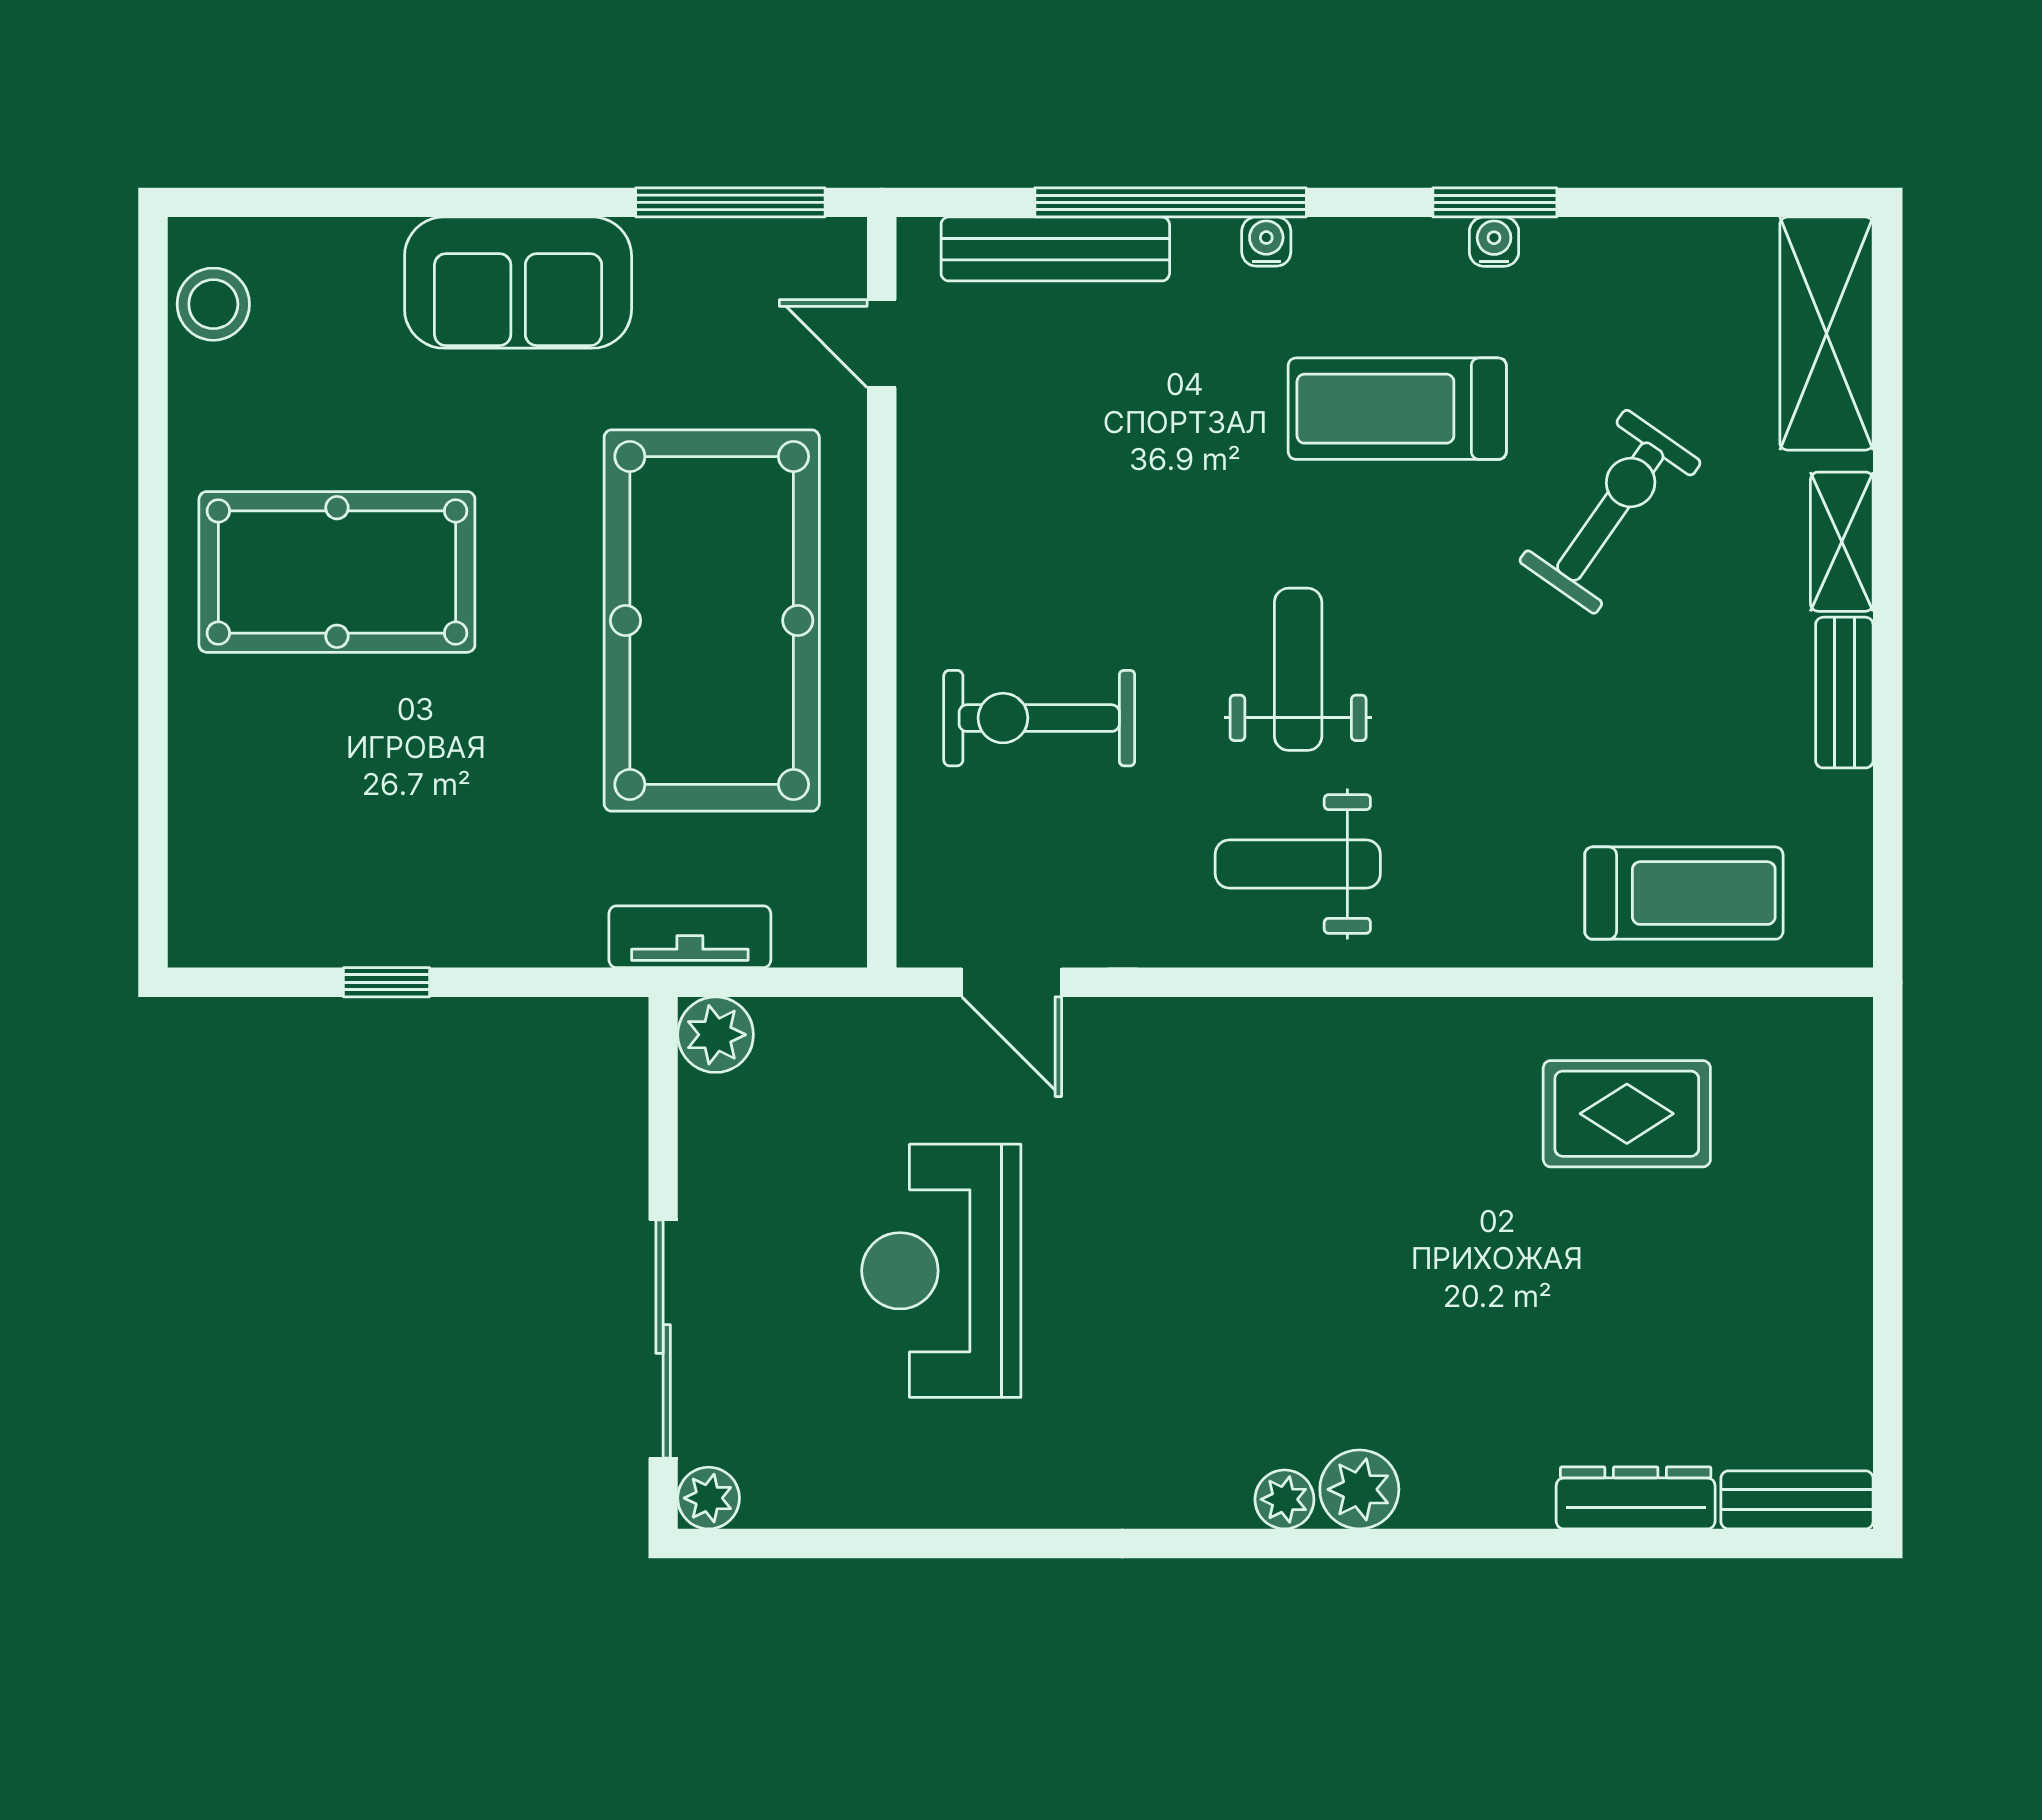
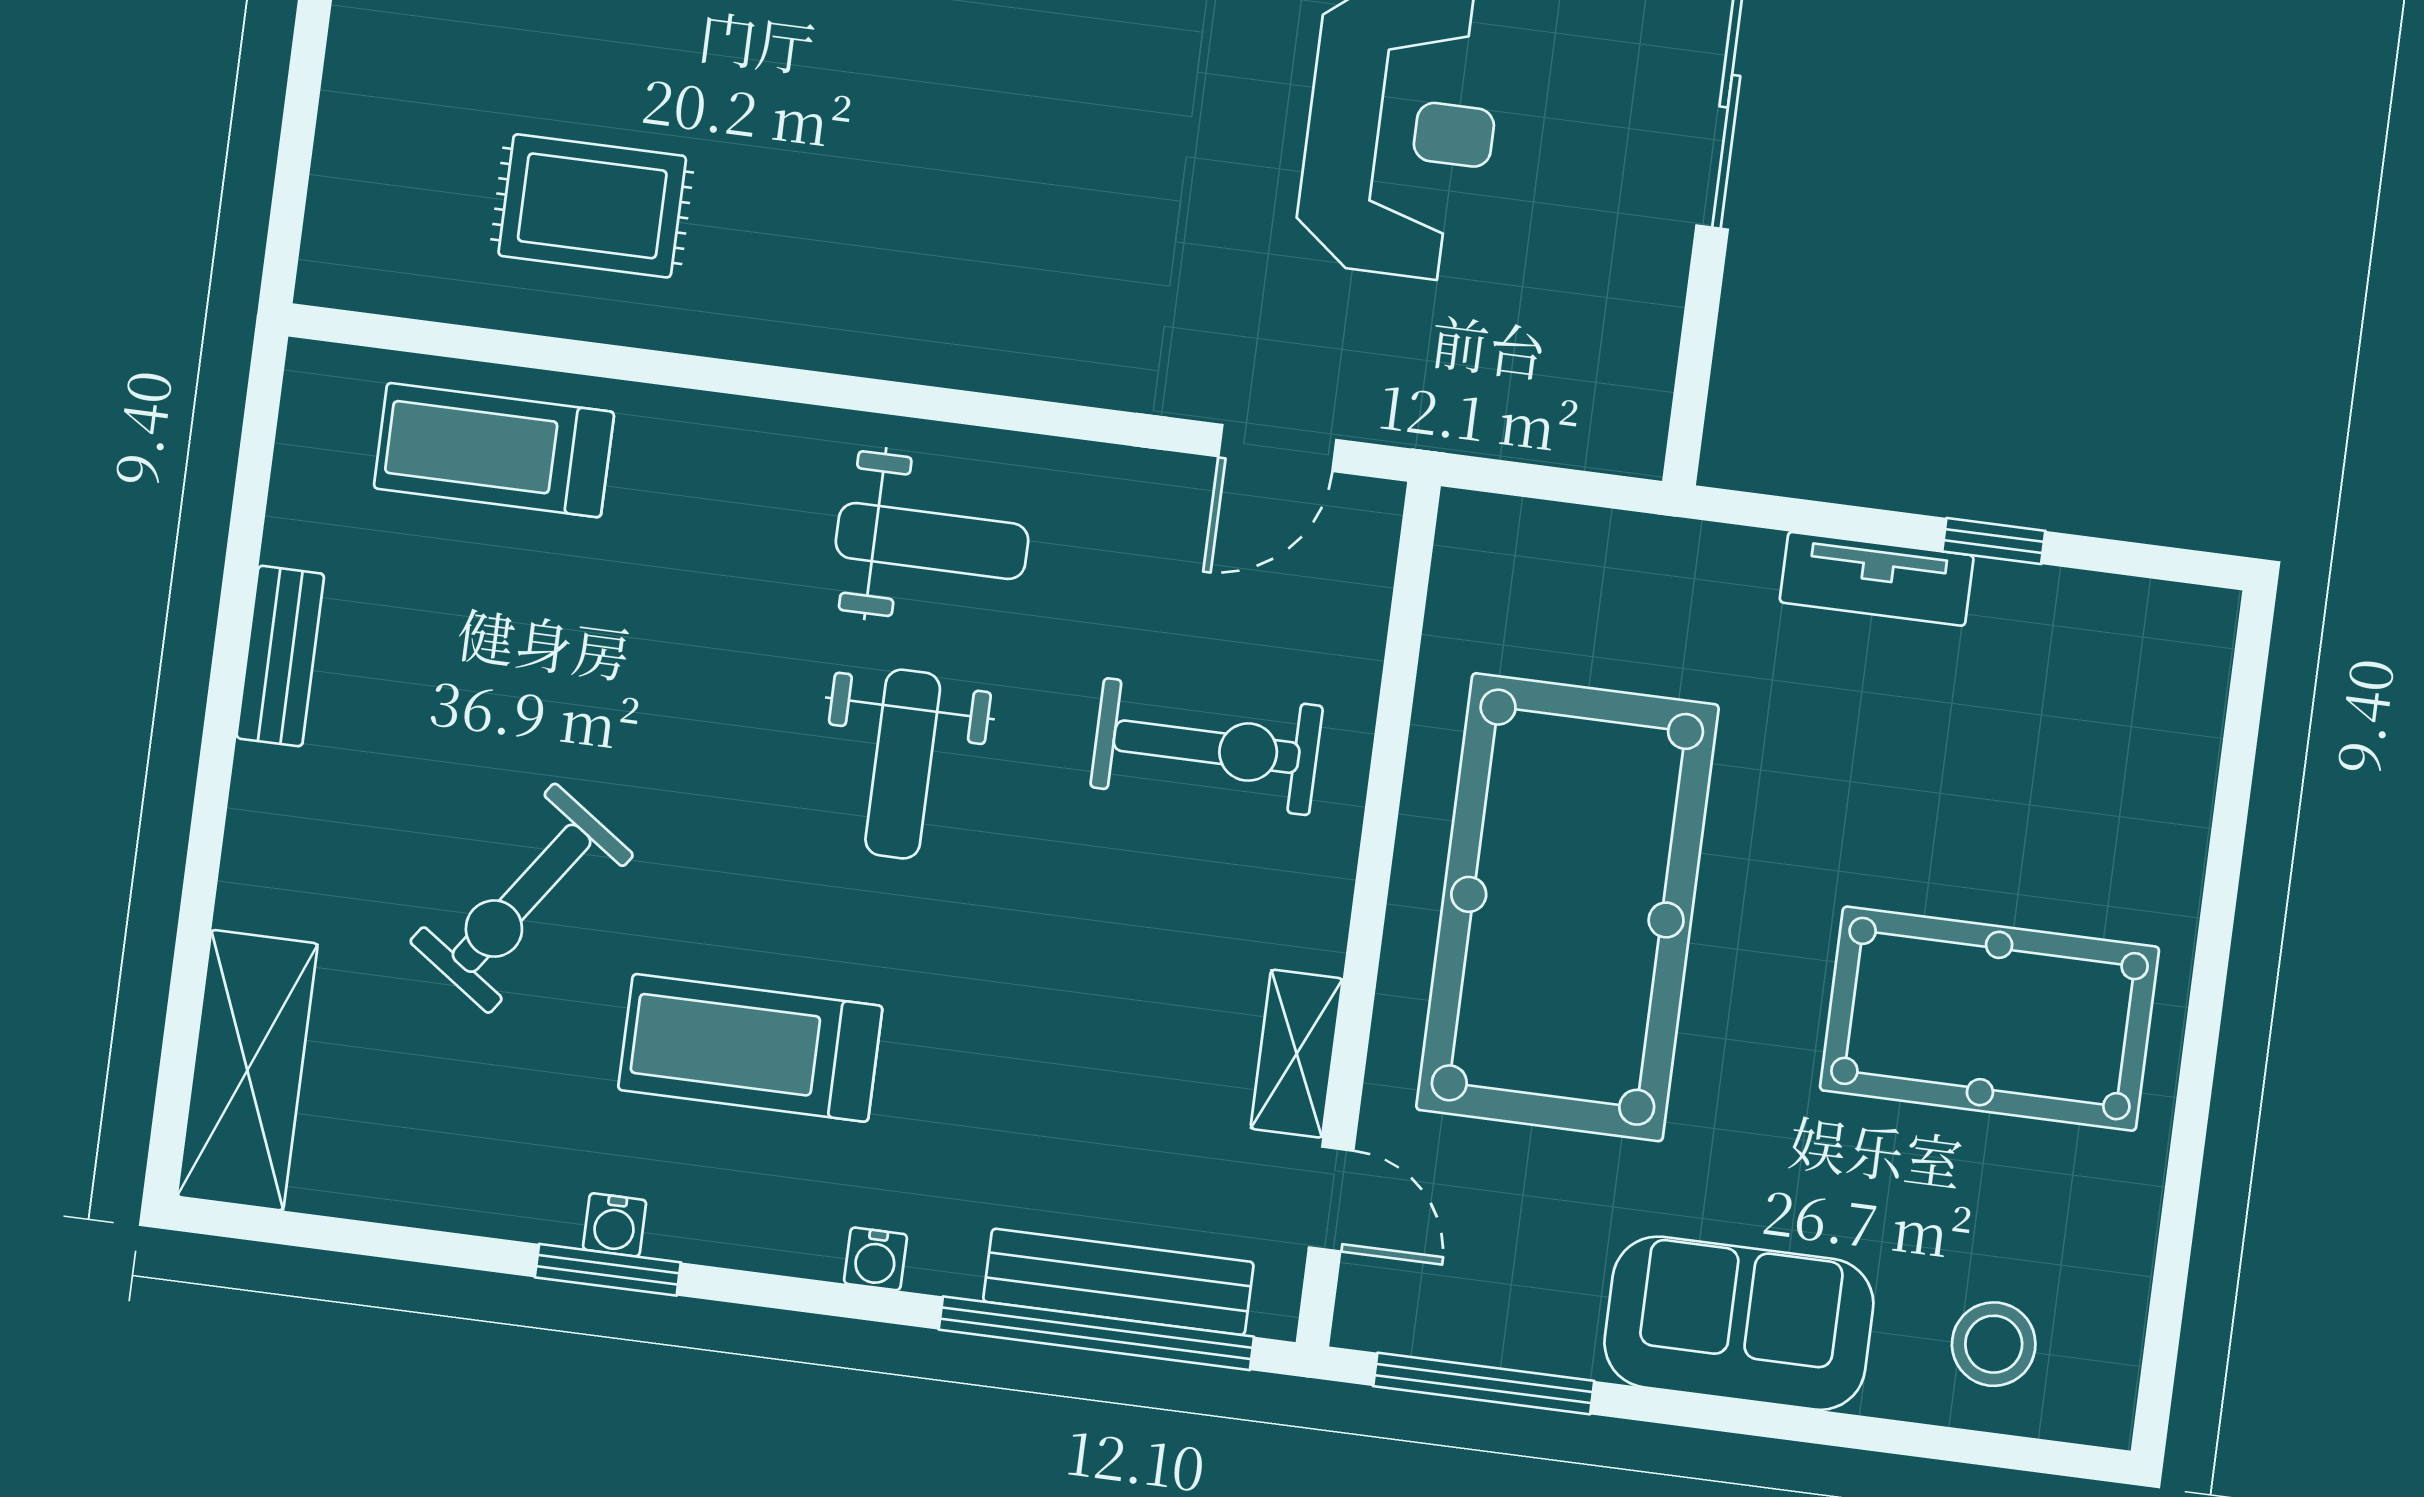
window: (1171, 202) -> (1096, 1333), moved
stool: (213, 304) -> (1994, 1344), moved
treadmill: (1397, 409) -> (750, 1048), turned 180
shelving: (1842, 542) -> (1297, 1054), moved
tv unit: (690, 937) -> (1877, 579), moved
door: (1012, 982) -> (1277, 448), swing flipped
plant: (716, 1035) -> (1625, 432), removed

